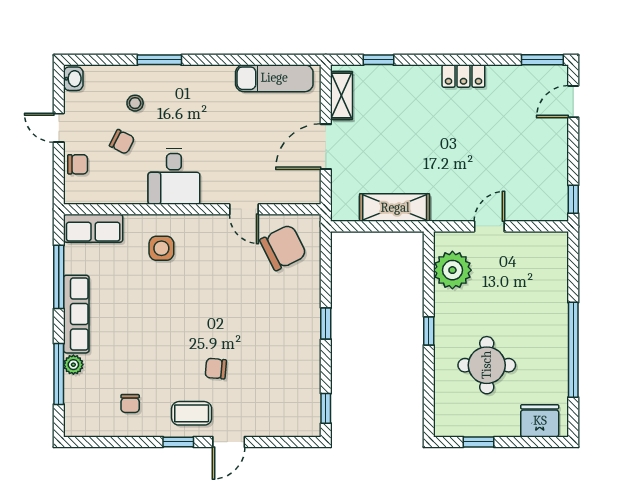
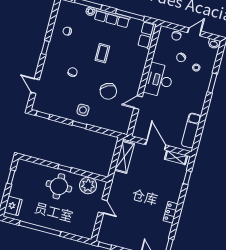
desk: (174, 177) -> (159, 80), width x1.37
shelving: (395, 208) -> (124, 157), moved
chair: (283, 247) -> (108, 91), moved
side table: (161, 248) -> (83, 110), moved
round table: (487, 365) -> (59, 186), moved
coffee table: (192, 413) -> (102, 53), moved
door: (229, 442) -> (35, 86), moved

